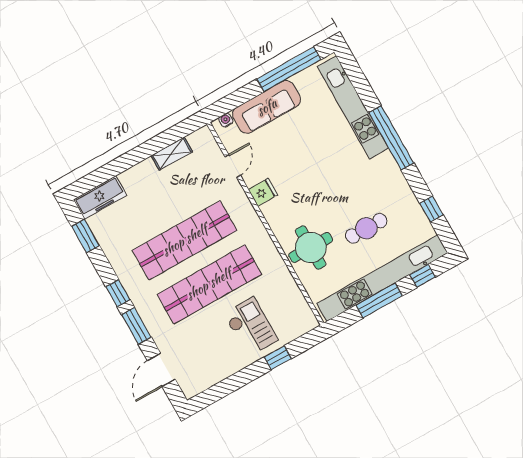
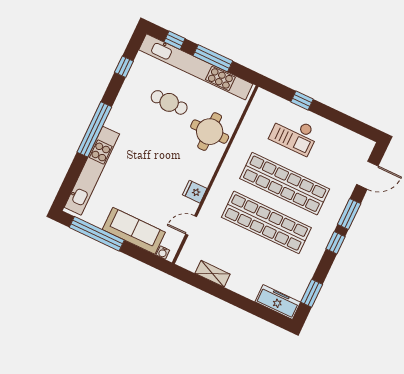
checkout: (251, 327) -> (294, 134), turned -90

